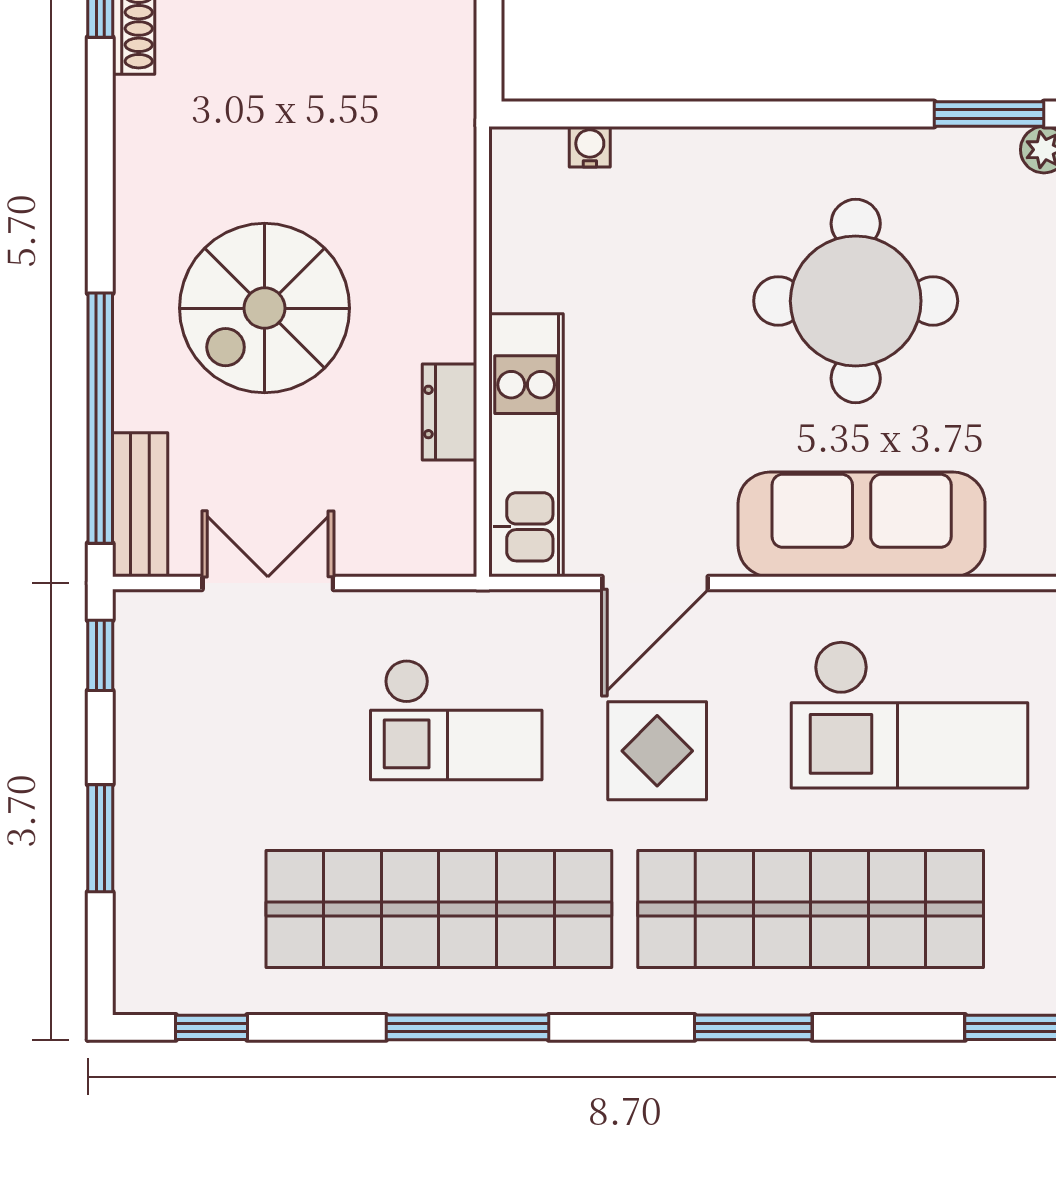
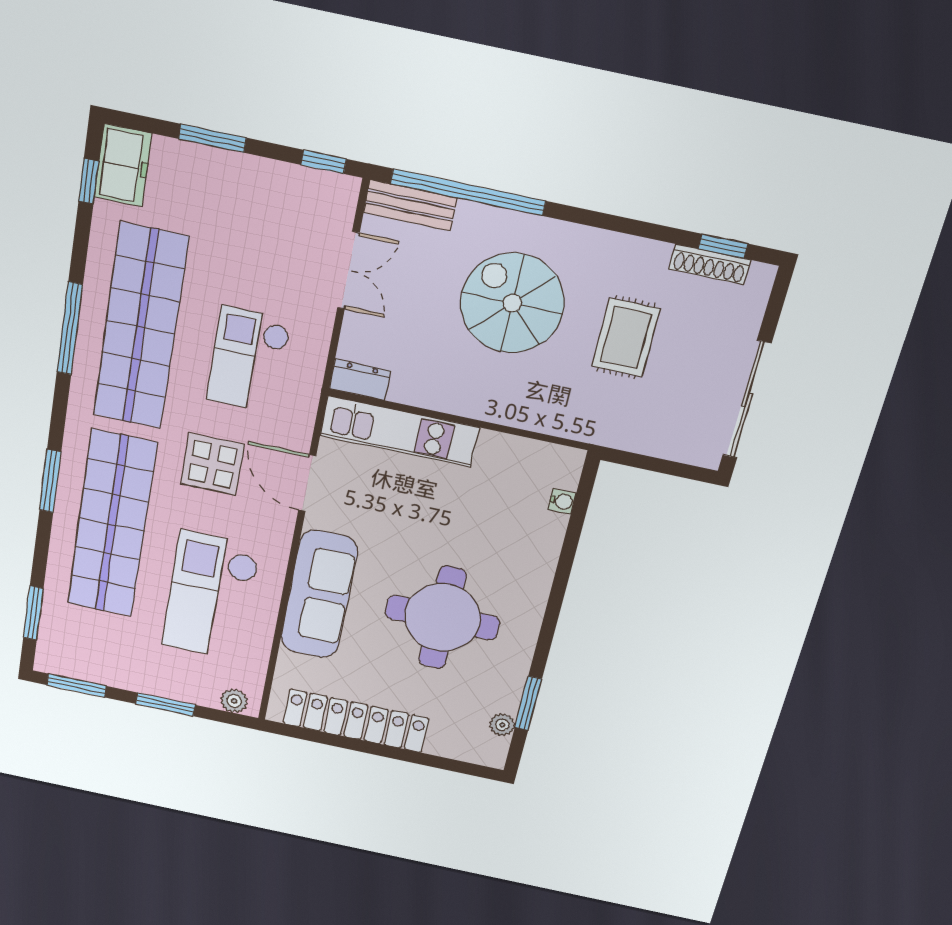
rug: (282, 113) -> (626, 338), added
dresser: (450, 412) -> (360, 380), moved
freezer: (174, 975) -> (123, 165), added

